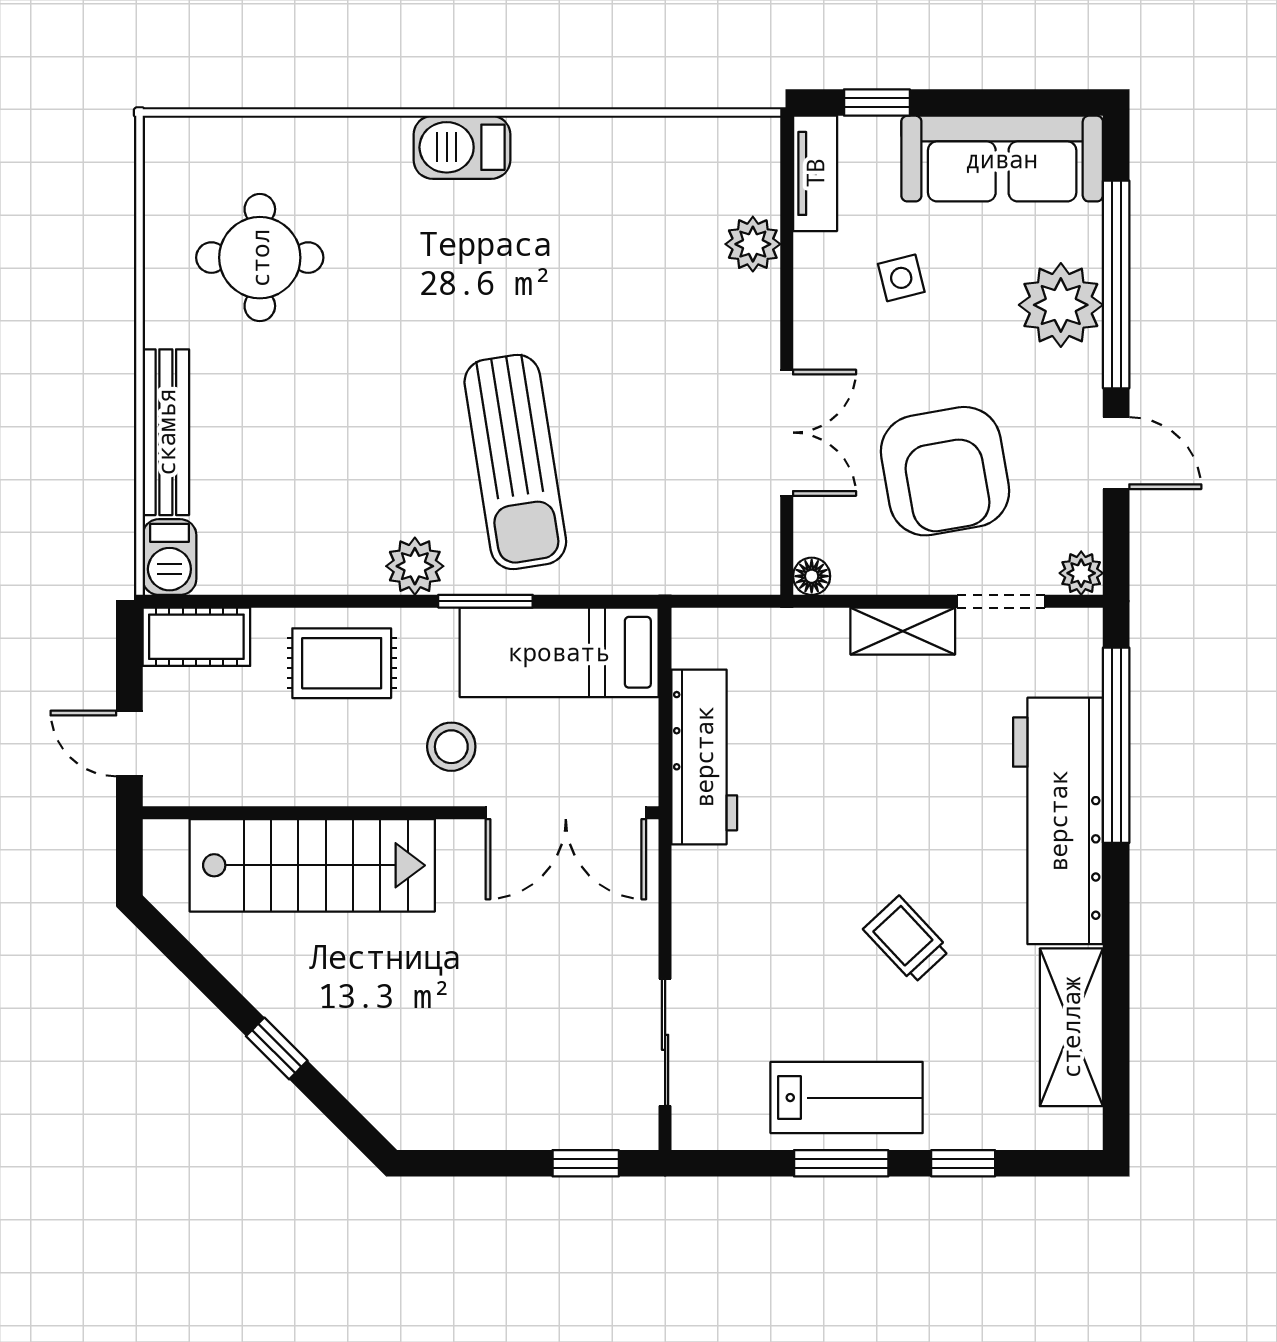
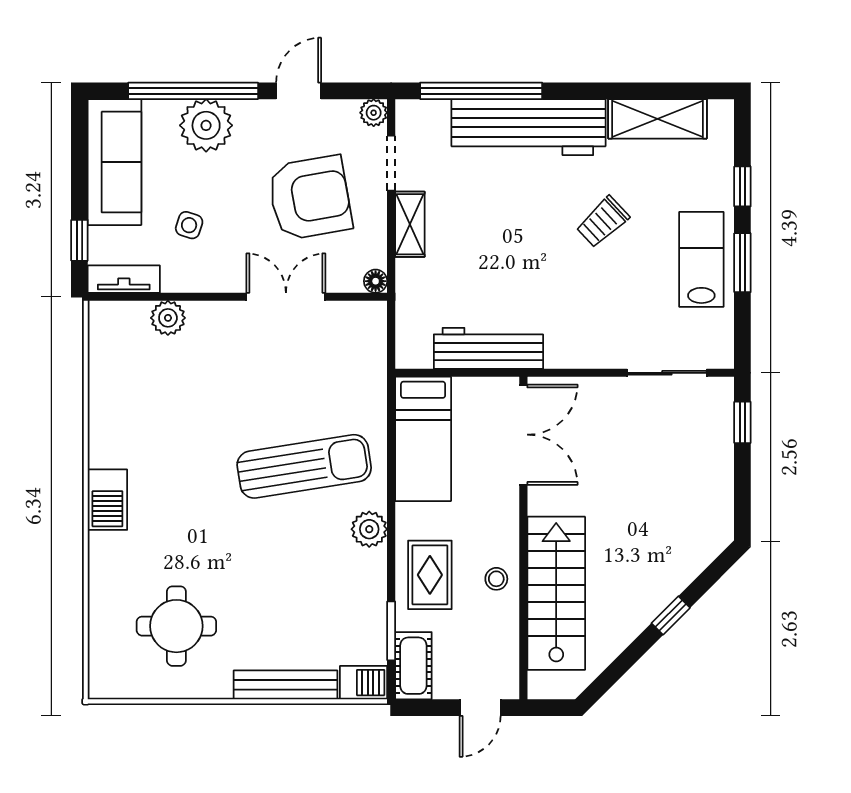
side table: (901, 278) -> (189, 225), turned 32
window: (485, 601) -> (391, 631), moved
stool: (451, 747) -> (496, 579), moved, width x0.73, depth x0.73

